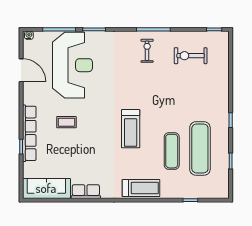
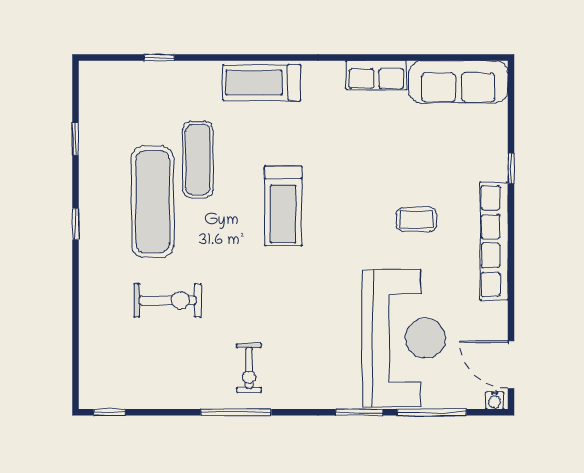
exercise bike: (191, 56) -> (168, 300), moved
reception desk: (73, 65) -> (404, 338), turned 180
door: (21, 70) -> (511, 365), moved
treadmill: (131, 129) -> (283, 206), turned 180
row of seats: (29, 133) -> (494, 241), moved
exercise mat: (200, 148) -> (153, 202), moved

